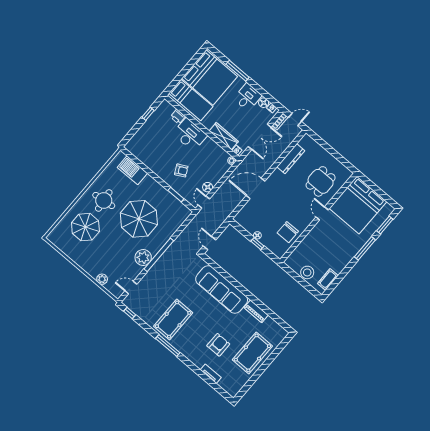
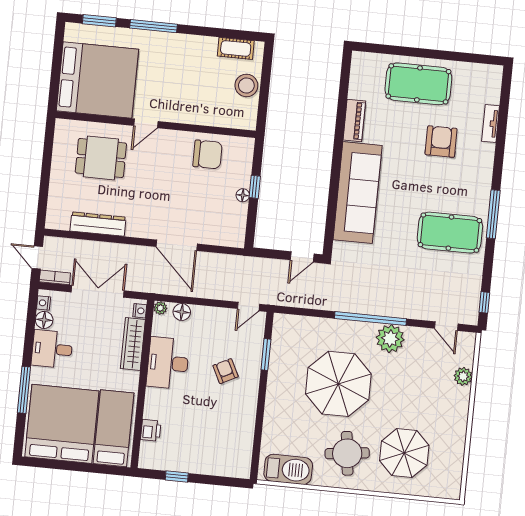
desk: (190, 135) -> (168, 363), moved
barbecue: (132, 170) -> (288, 469), moved, turned -90
floor lamp: (208, 187) -> (182, 312), moved
armchair: (218, 345) -> (441, 142), turned 90

